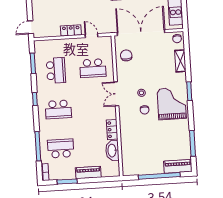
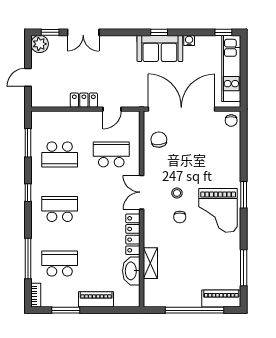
door: (31, 27) -> (28, 77), moved
door: (91, 36) -> (112, 109), swing flipped
shelving: (180, 61) -> (150, 263), moved
school desk: (93, 68) -> (111, 154), turned 180
school desk: (56, 70) -> (60, 154), turned 90
grand piano: (172, 104) -> (218, 210), turned 180
school desk: (58, 109) -> (60, 209), turned 180
locker: (112, 130) -> (133, 234), width x1.53

